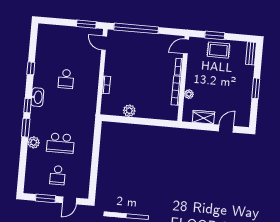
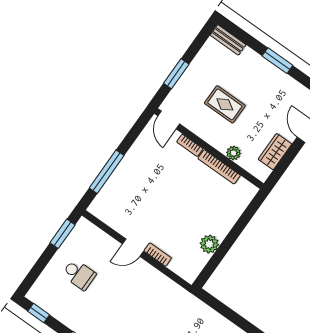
window: (136, 28) -> (107, 172), width x0.68
window: (34, 37) -> (39, 313), added
door: (104, 43) -> (133, 248), moved
rug: (218, 50) -> (225, 104), moved, turned 90
school desk: (66, 79) -> (79, 274), moved

